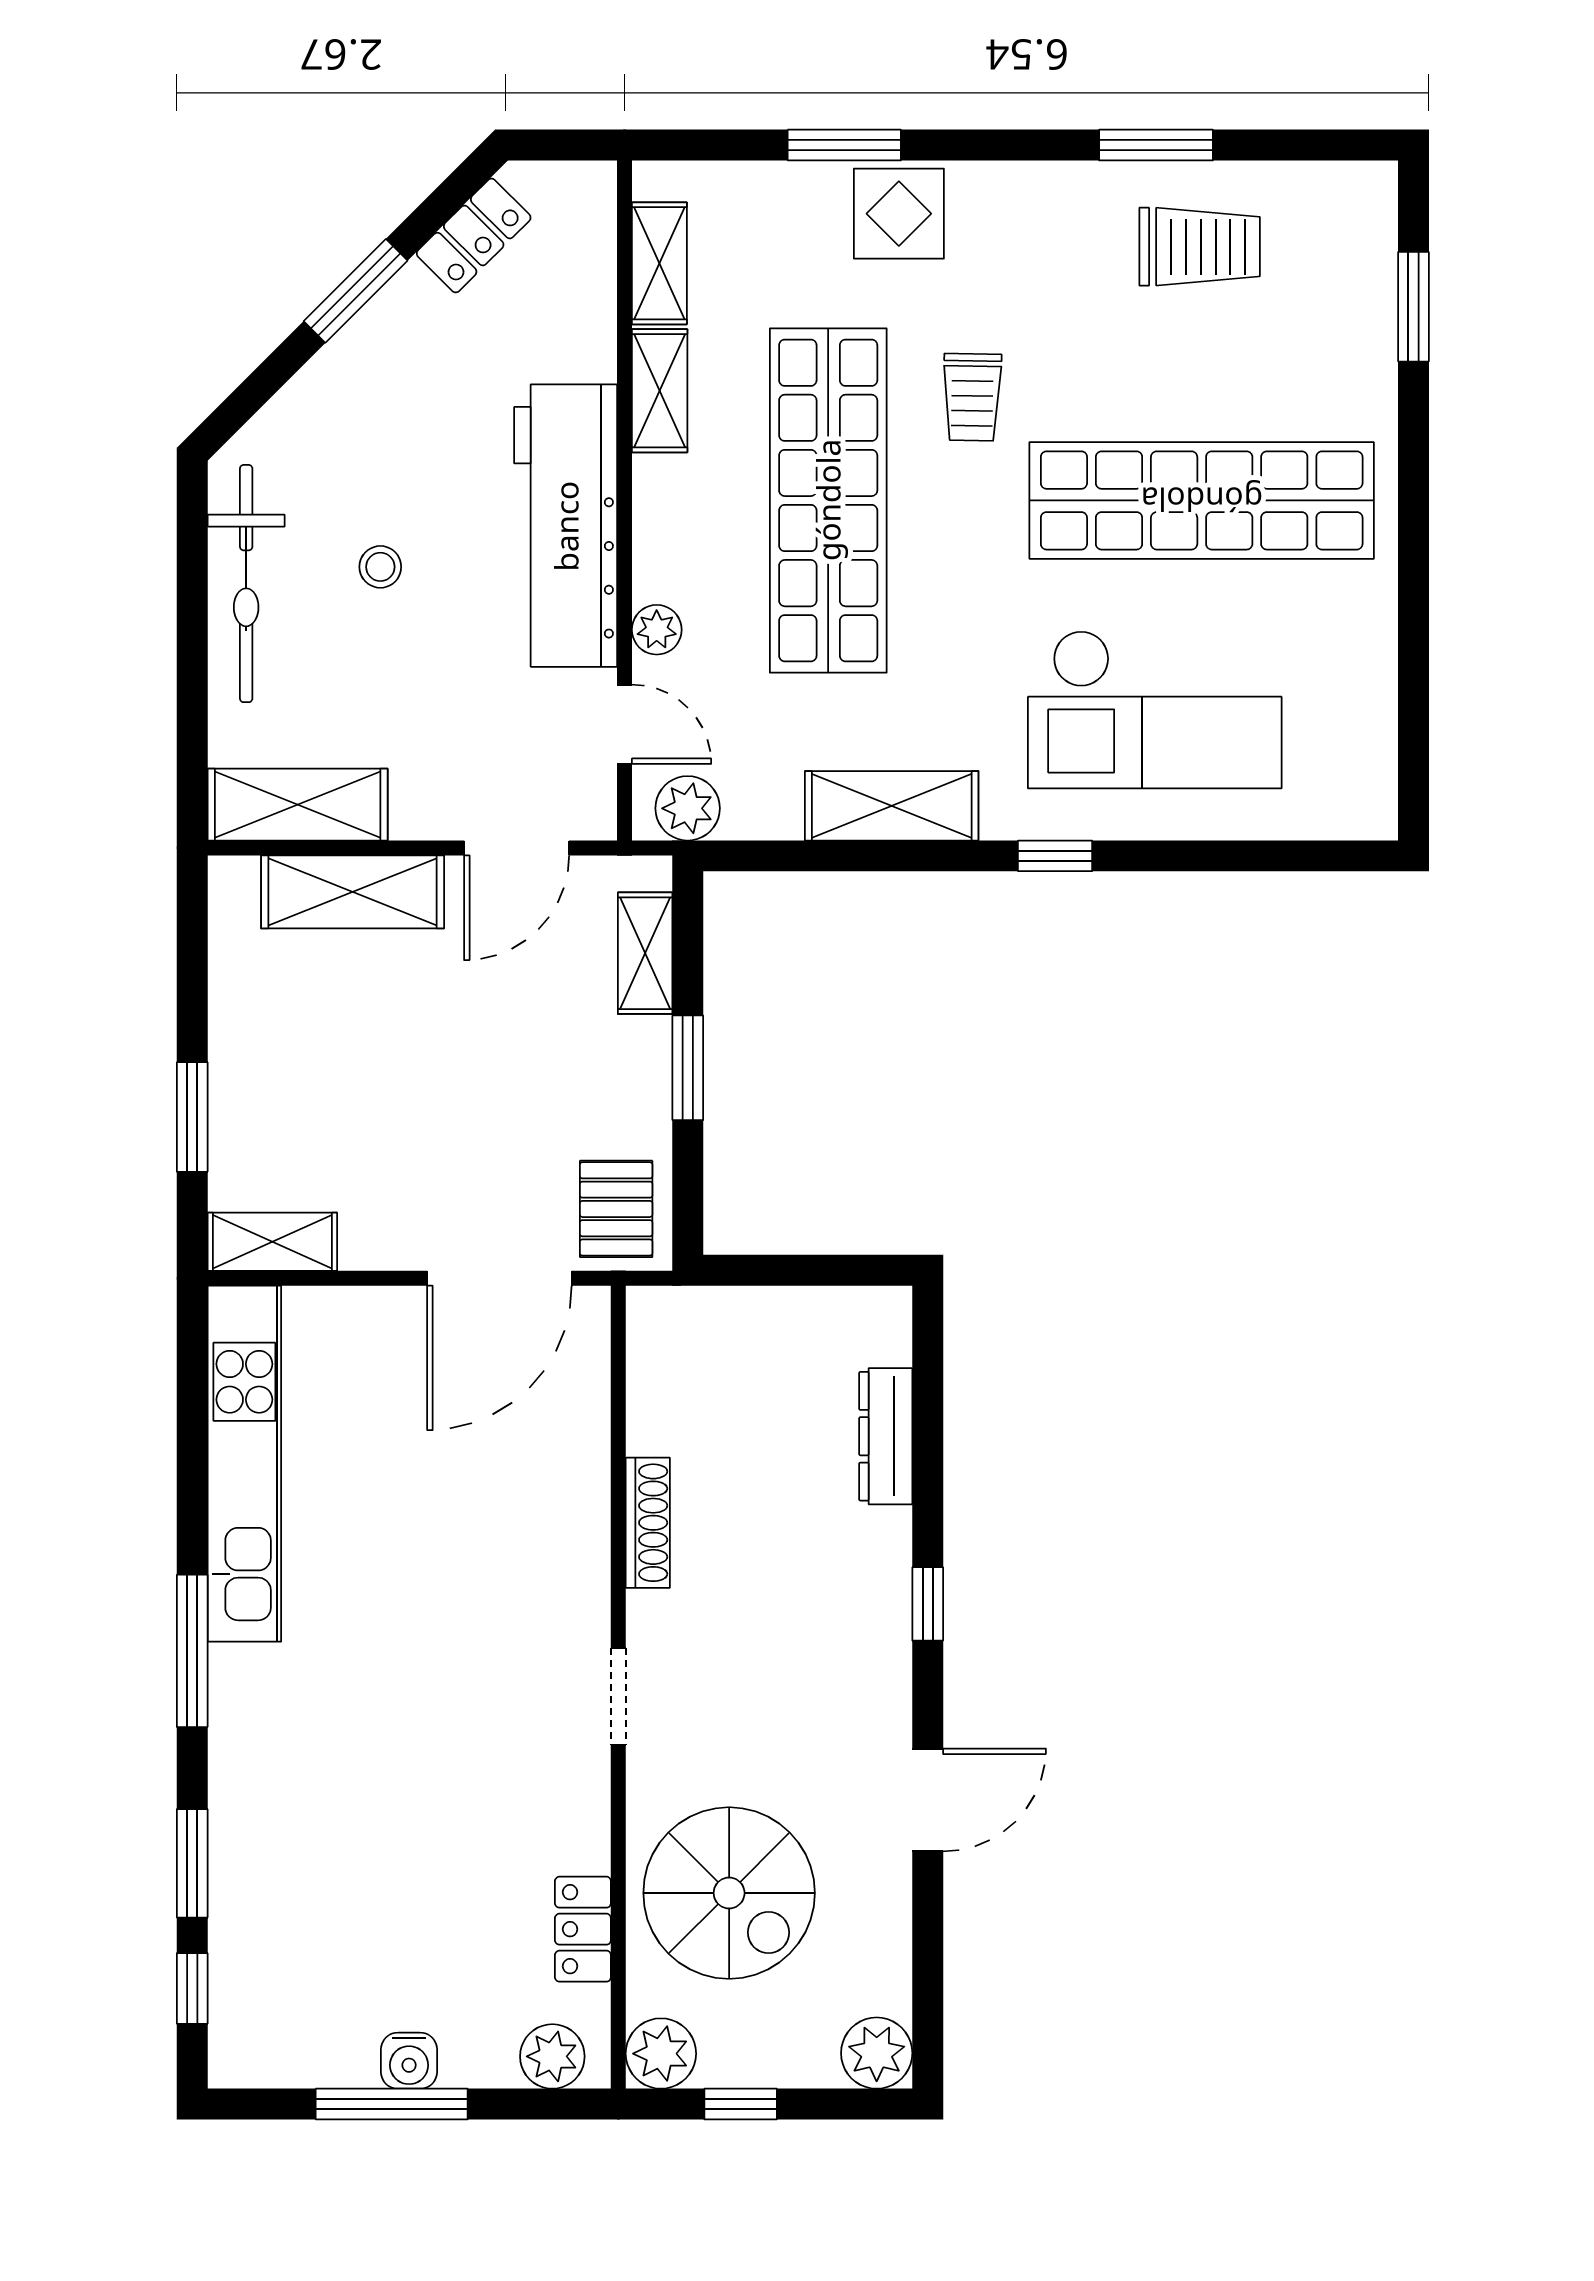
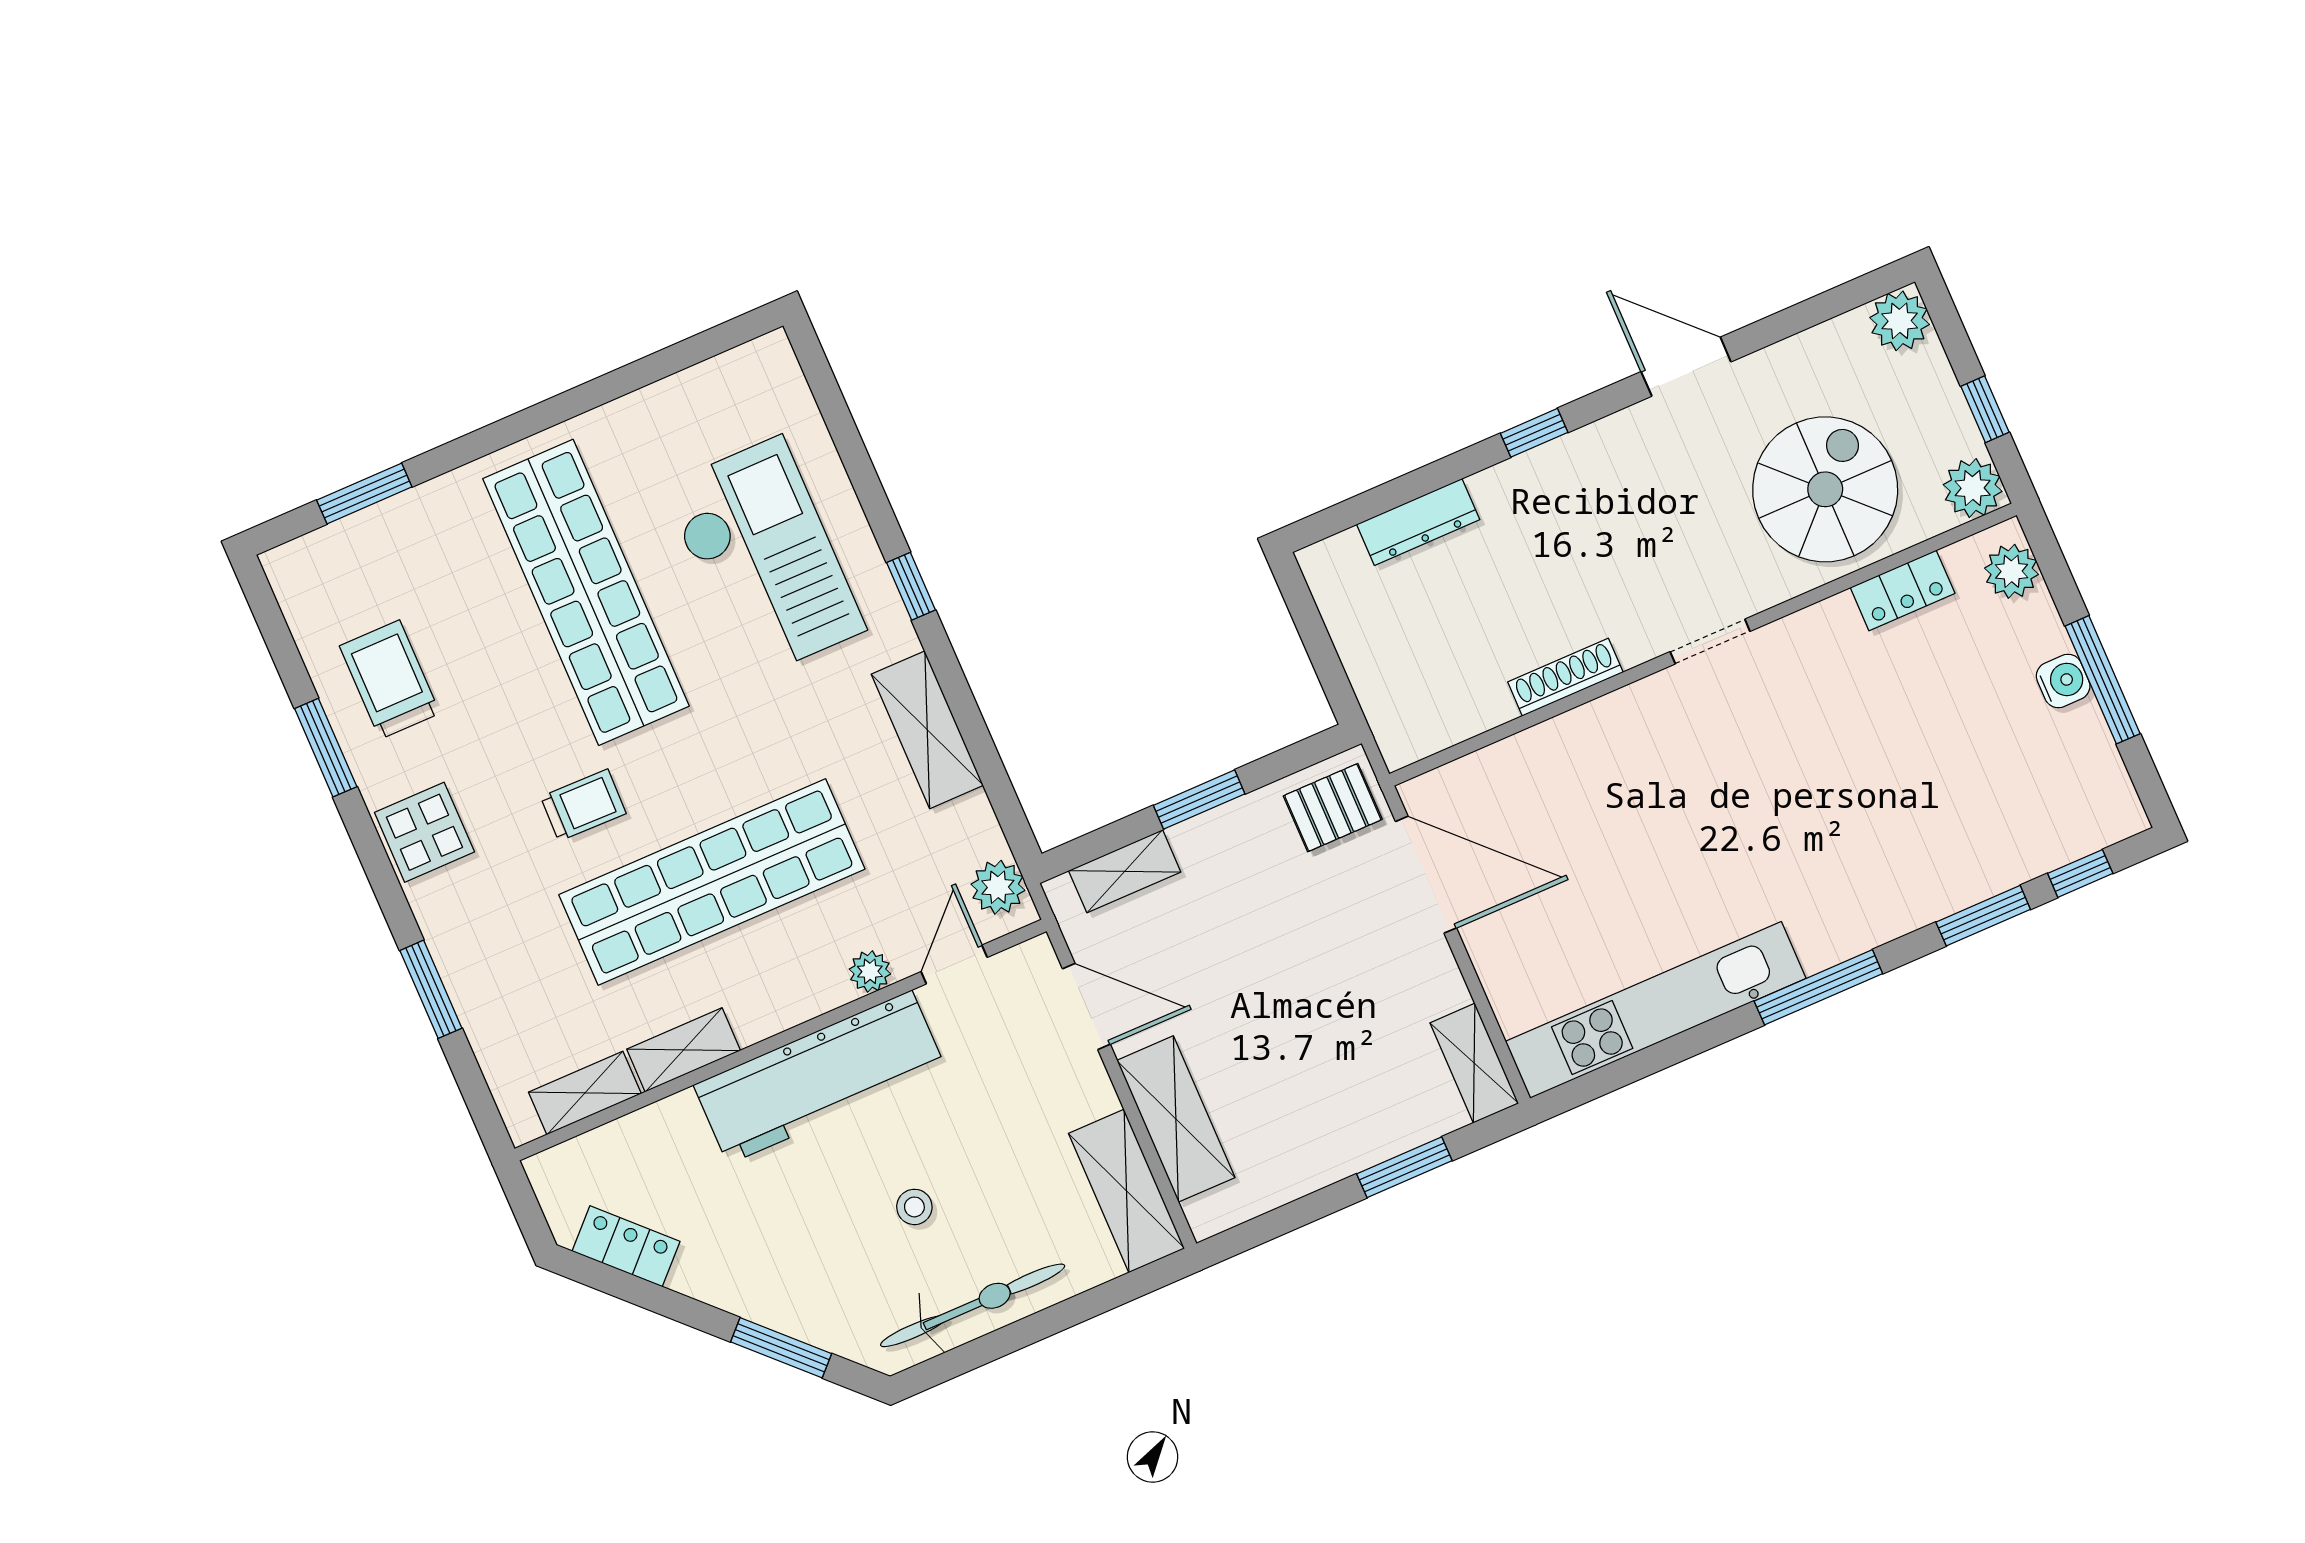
display table: (899, 214) -> (424, 832), moved
window: (356, 291) -> (781, 1348), moved

